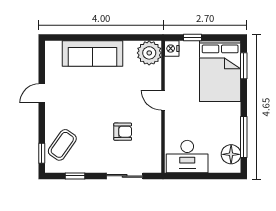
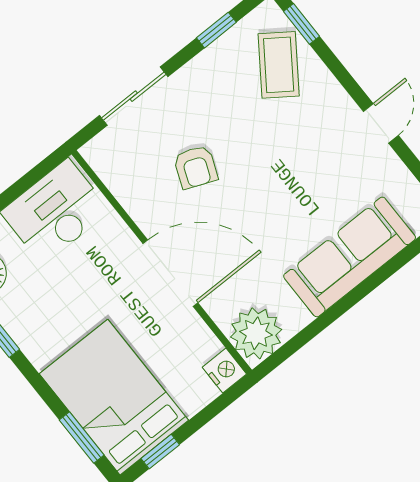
window: (193, 38) -> (160, 452), moved
door: (163, 100) -> (170, 273), width x1.87
armchair: (123, 132) -> (196, 167), turned -68

